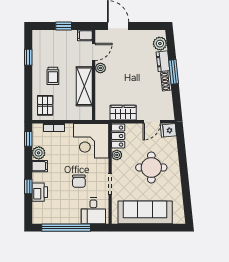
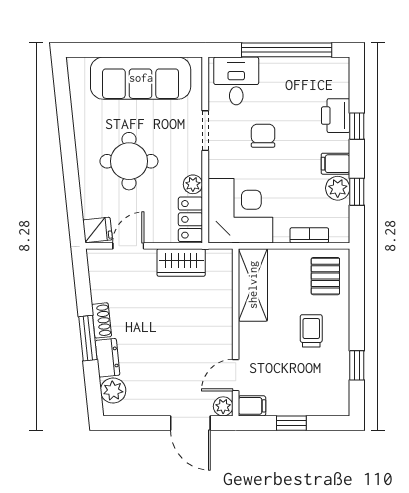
plant: (100, 68) -> (223, 406), moved
shelving: (84, 86) -> (253, 285), moved
window: (28, 139) -> (357, 192), moved

